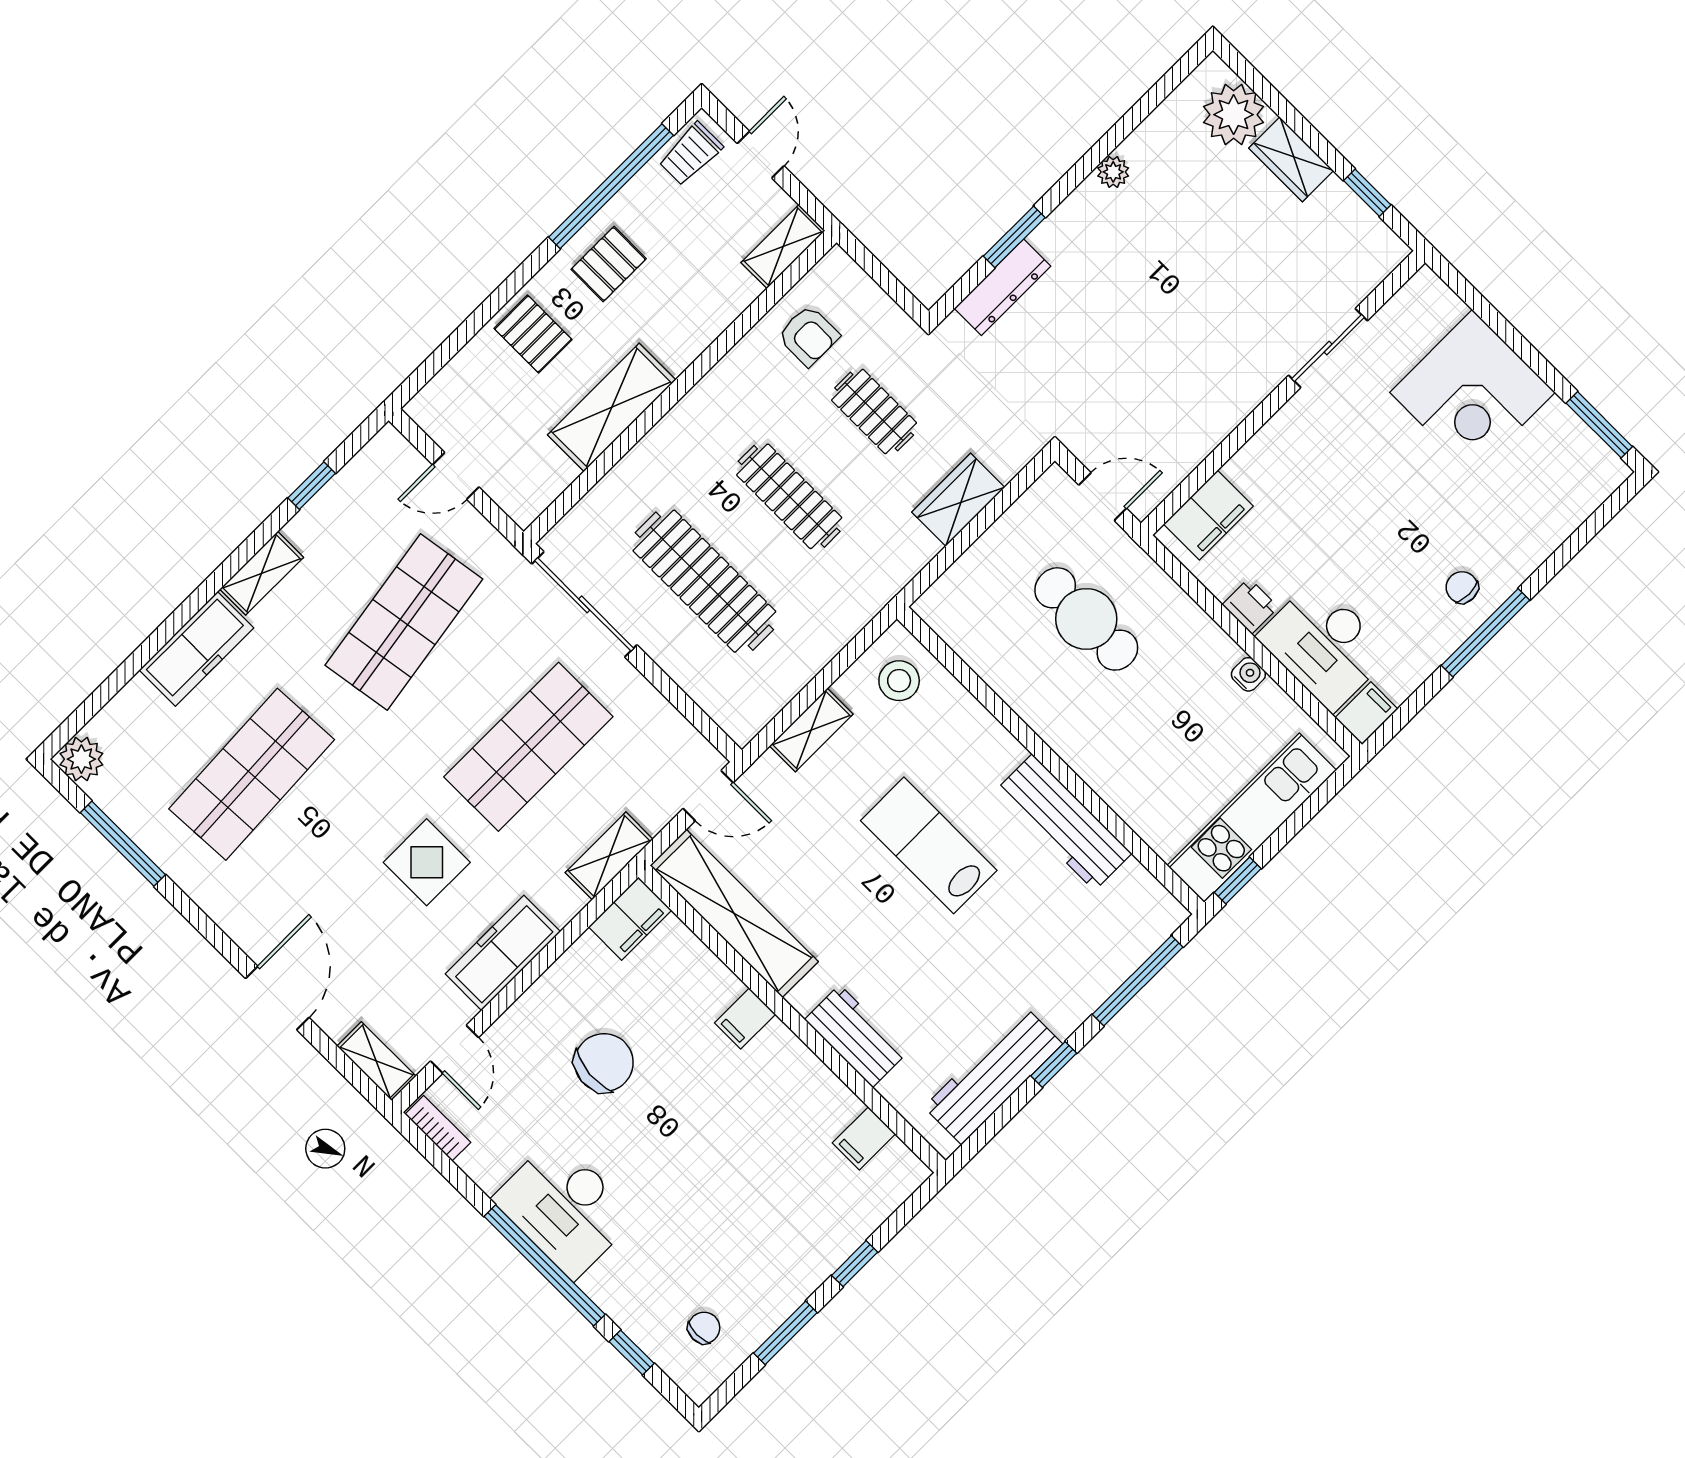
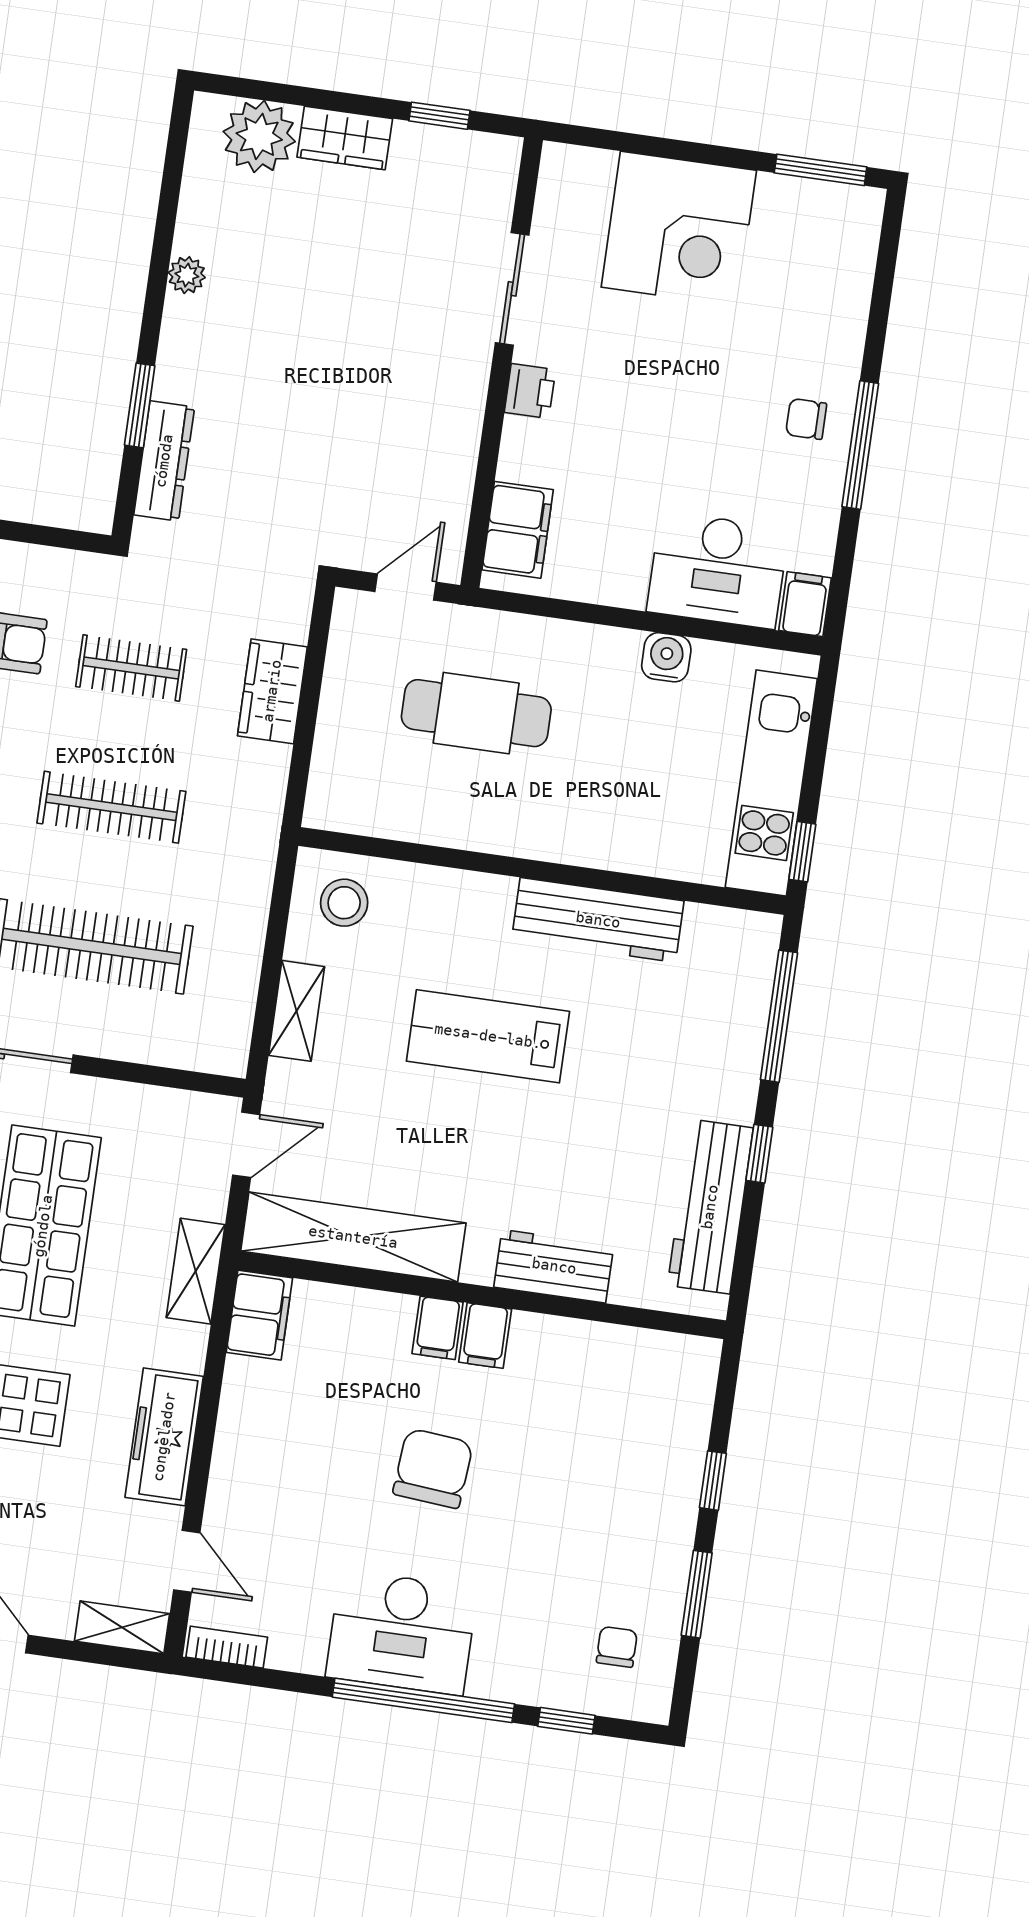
printer: (1250, 606) -> (530, 391), moved, turned 90
water cooler: (1248, 674) -> (666, 657), width x1.38, depth x1.38
chair: (604, 1063) -> (433, 1468), moved
filing cabinet: (864, 1138) -> (485, 1336), moved

